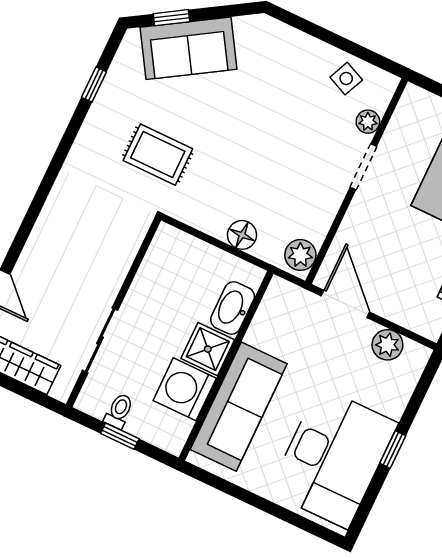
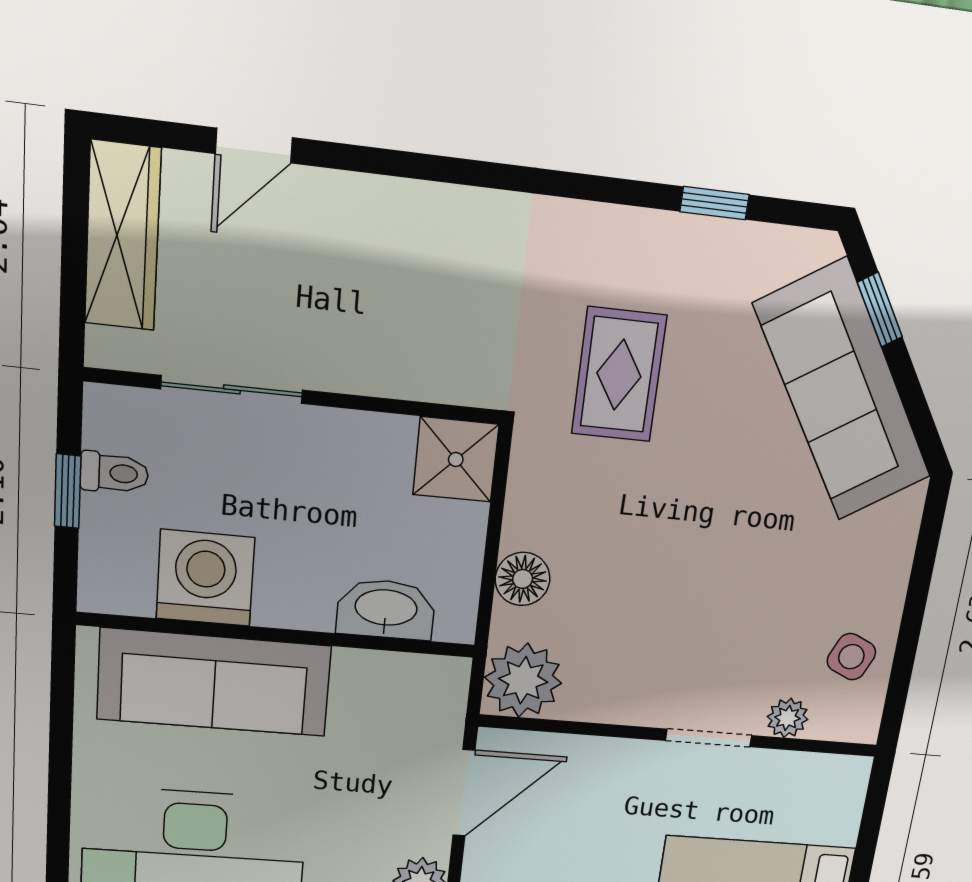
sofa: (188, 48) -> (843, 391), width x1.36
plant: (300, 255) -> (523, 680), width x1.36, depth x1.36
shower: (208, 349) -> (456, 460), moved

